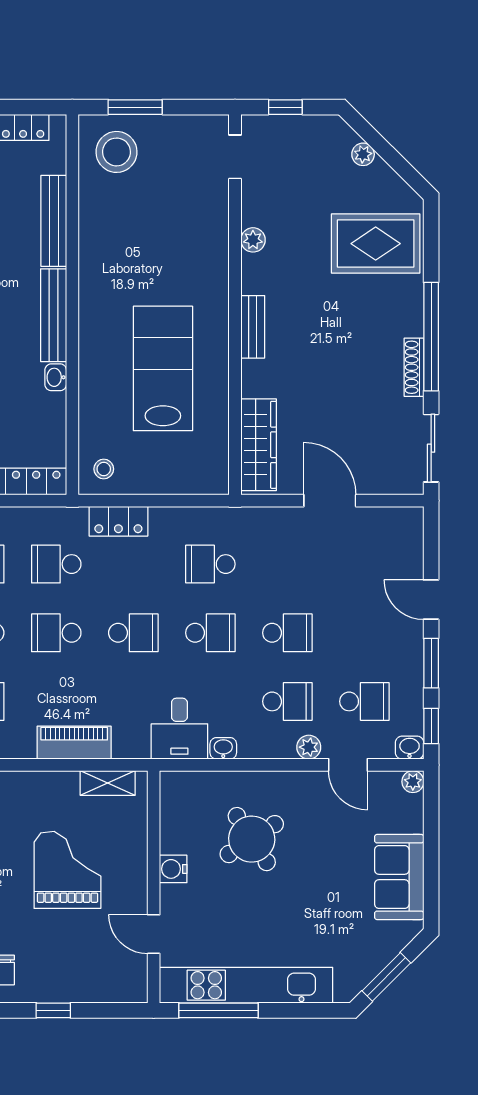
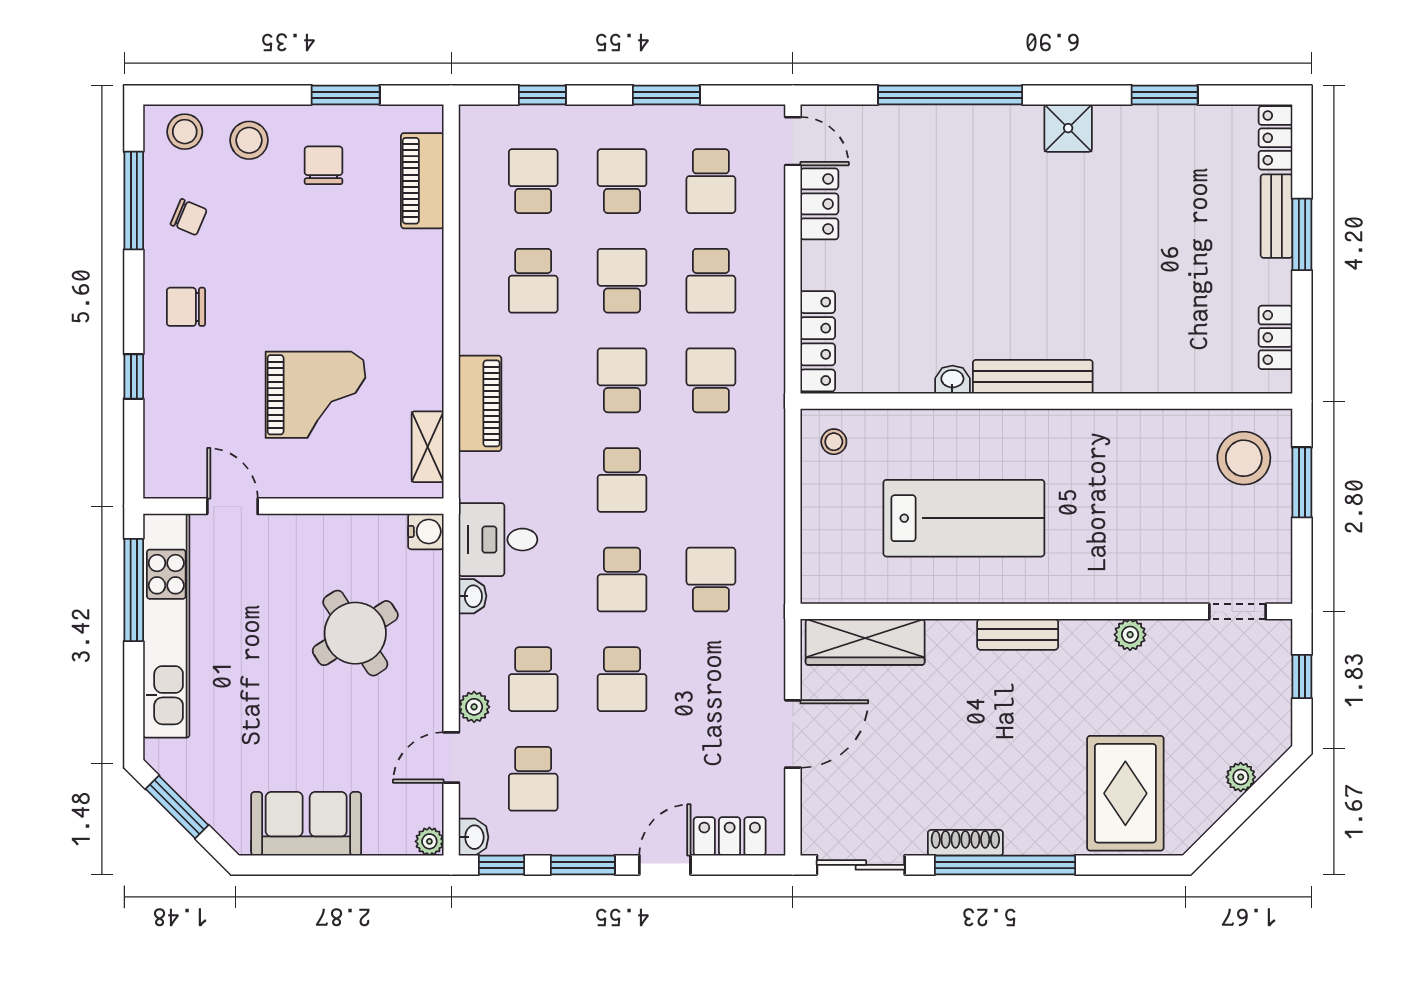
bench: (54, 221) -> (1155, 377), removed
locker: (118, 521) -> (730, 836), moved, turned 90
water cooler: (173, 869) -> (426, 532), moved, turned 90
door: (154, 934) -> (232, 506), hinge flipped

